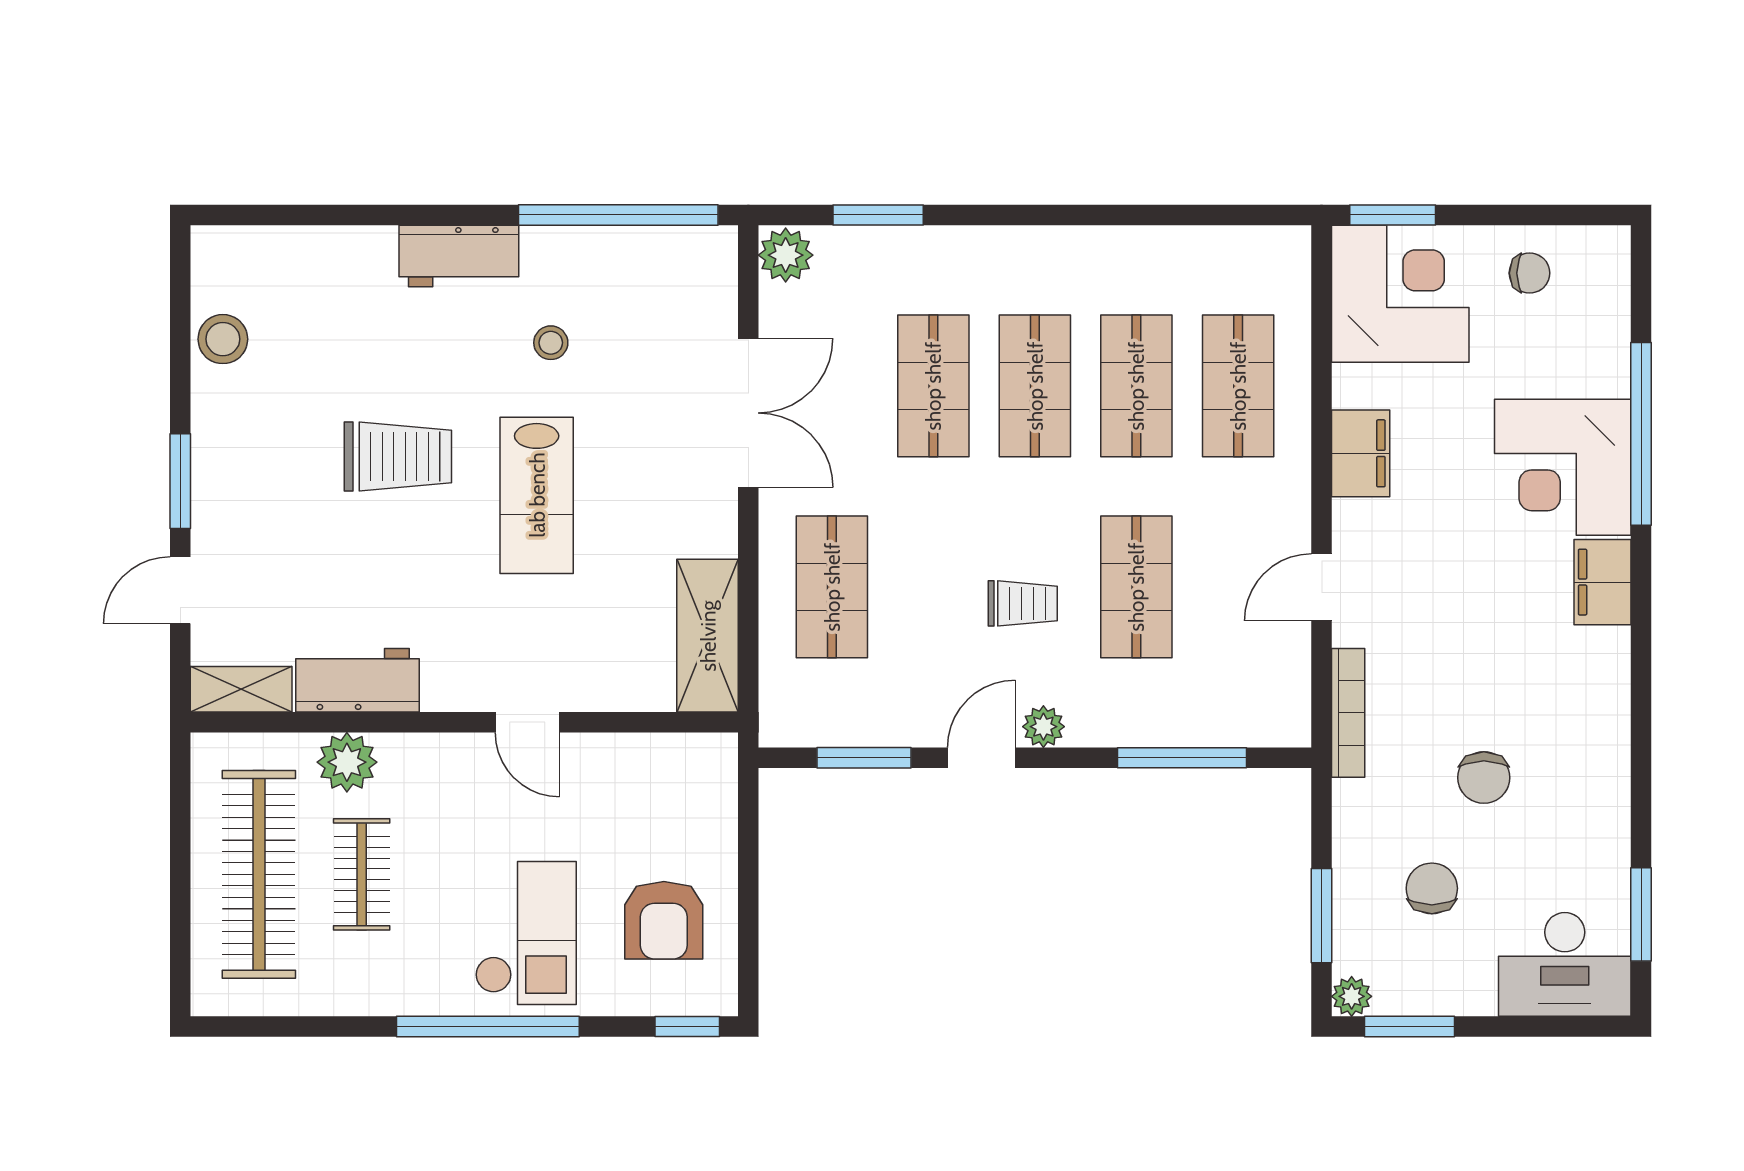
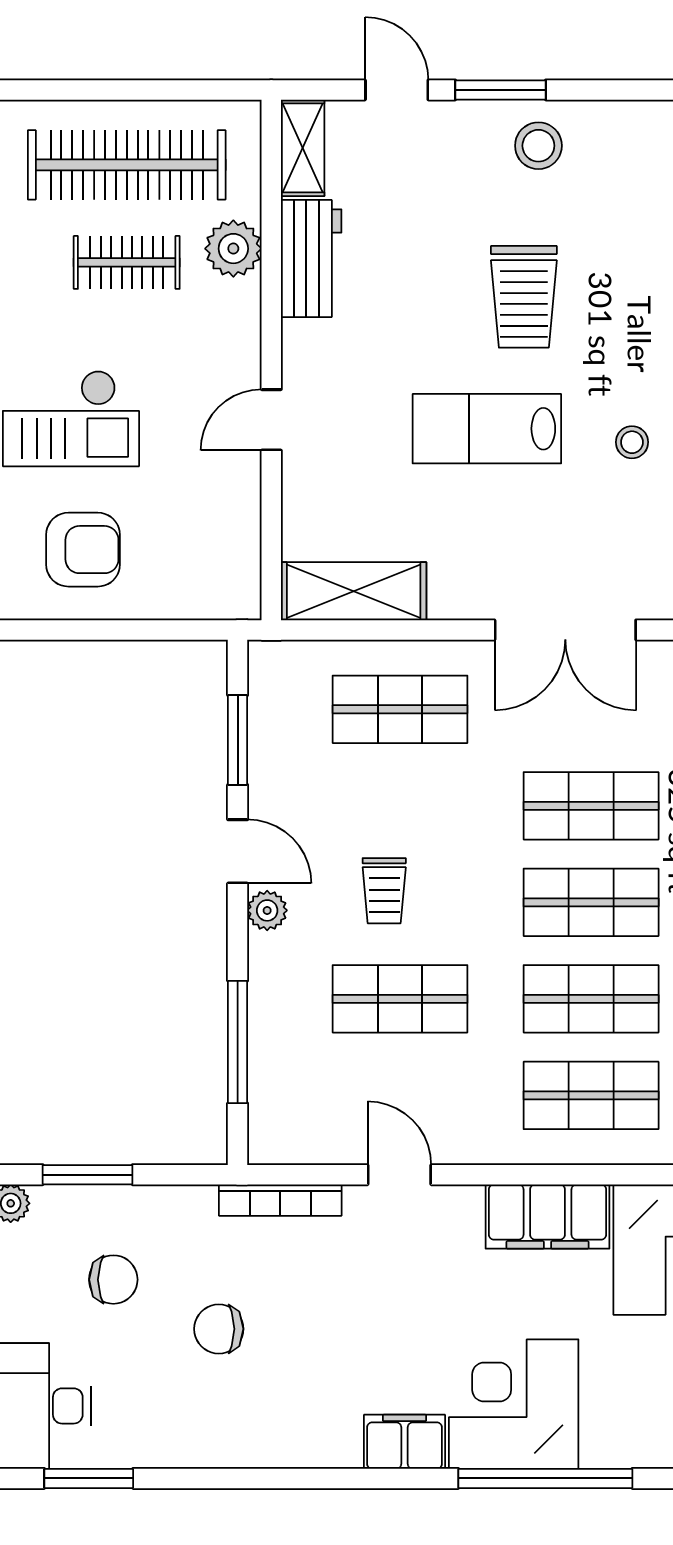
stool: (223, 339) -> (538, 146), moved
filing cabinet: (1361, 453) -> (548, 1217), width x1.50, depth x1.17
armchair: (664, 920) -> (83, 550), turned 180

